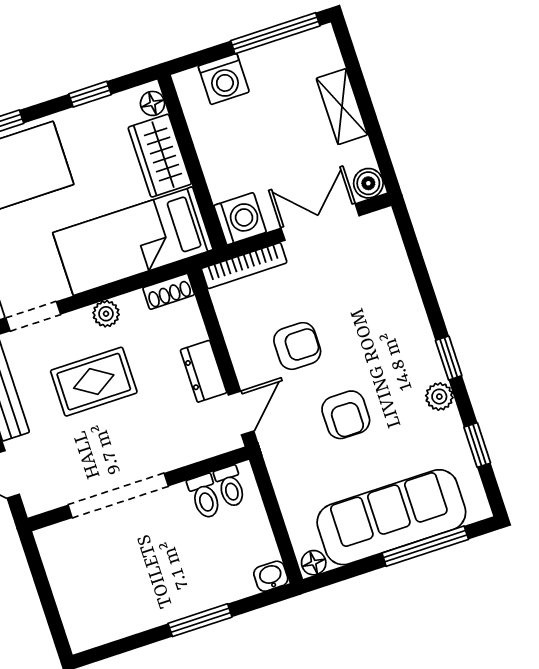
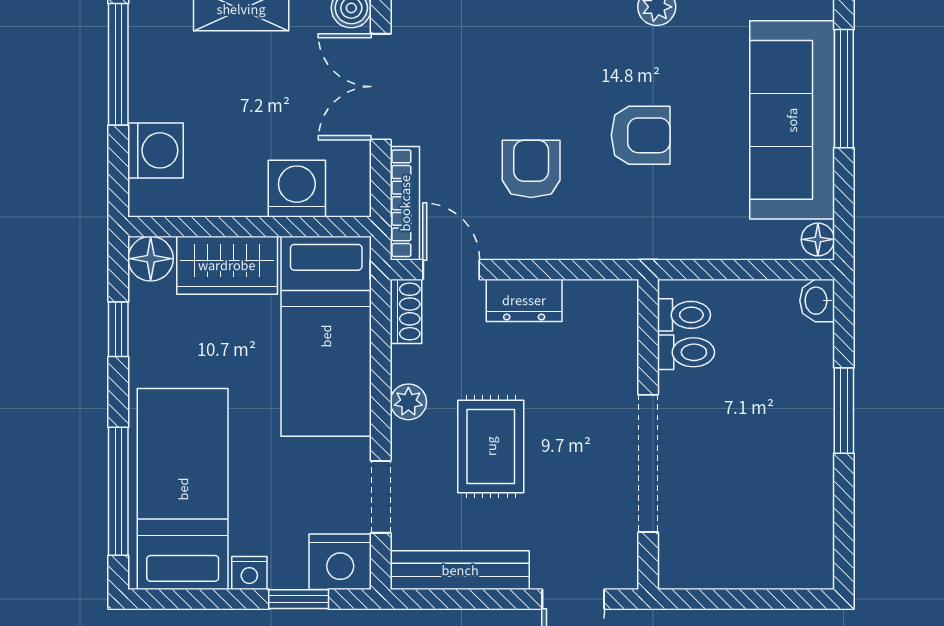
floor lamp: (153, 103) -> (151, 259), width x1.37, depth x1.37
washing machine: (240, 219) -> (297, 189), moved
door: (241, 413) -> (451, 270), moved

